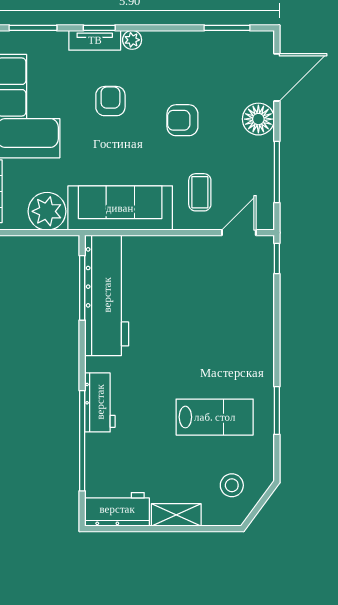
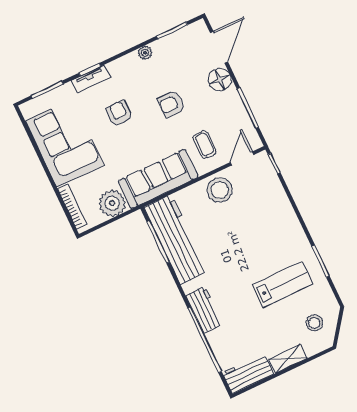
plant: (132, 40) -> (145, 53), moved
stool: (192, 259) -> (220, 190), added

